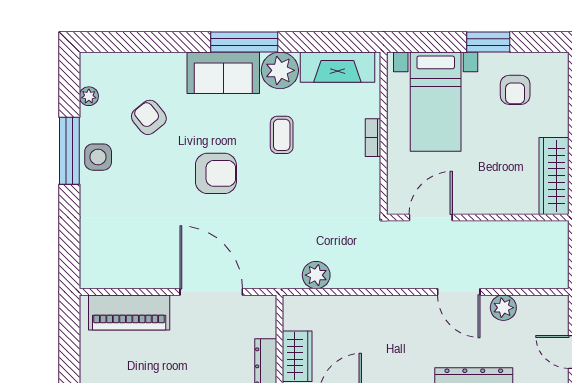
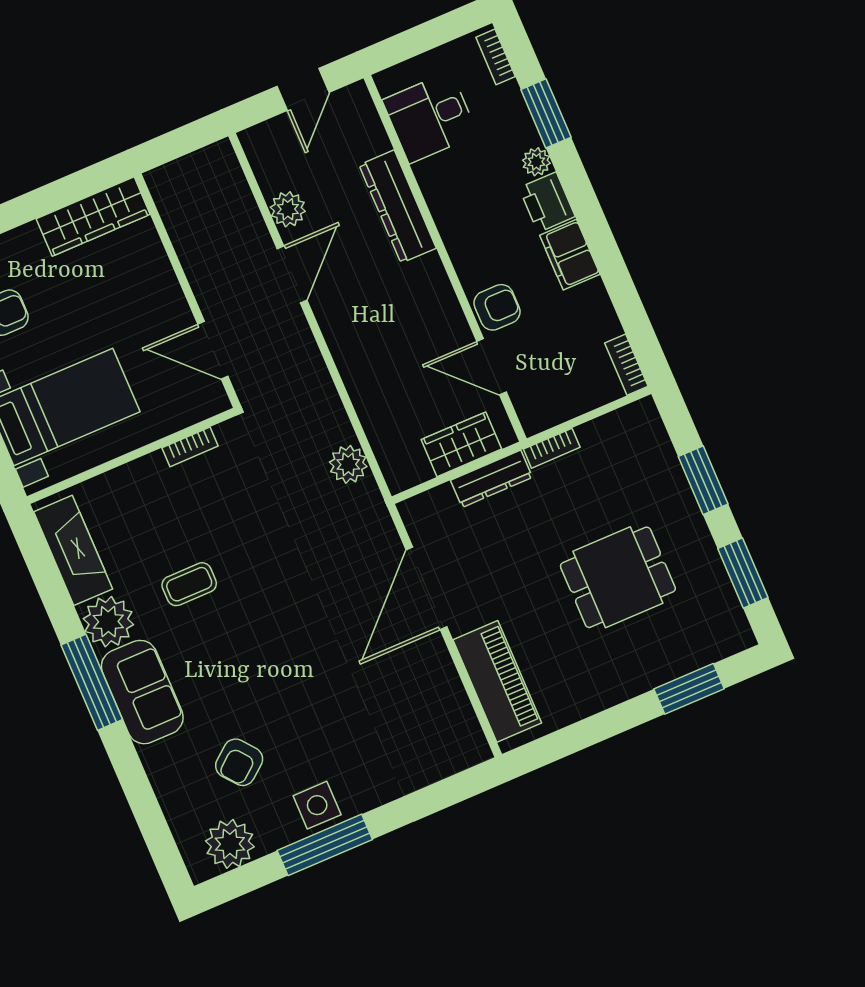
plant: (89, 96) -> (230, 844), width x1.87, depth x1.87
bookcase: (373, 138) -> (190, 447), moved
armchair: (216, 173) -> (274, 647), removed

